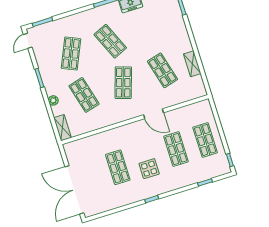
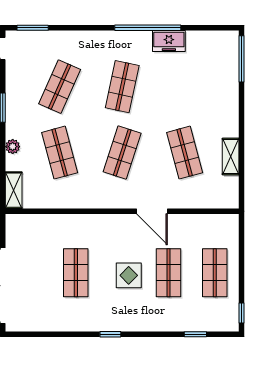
shop shelf: (110, 41) -> (122, 87), turned 36
display table: (149, 169) -> (129, 275), moved

